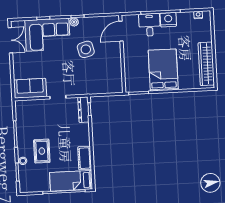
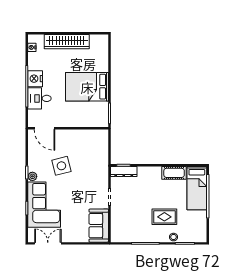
wardrobe: (206, 64) -> (67, 42), moved

